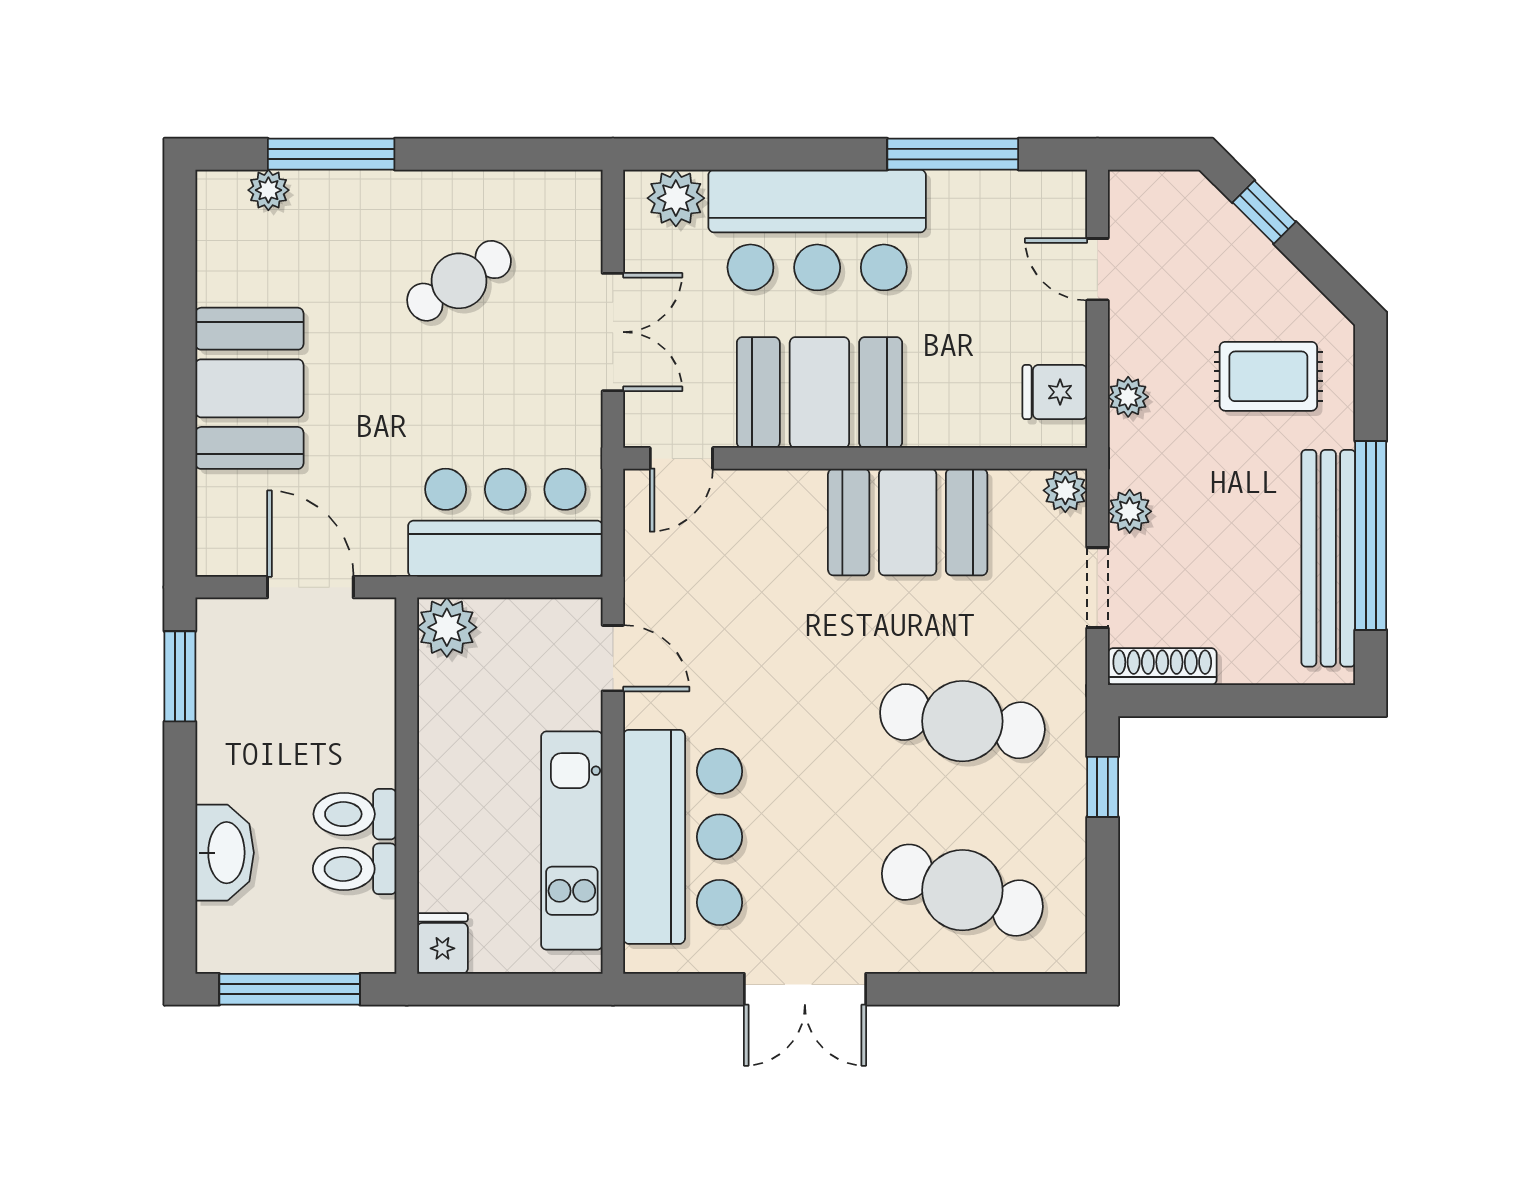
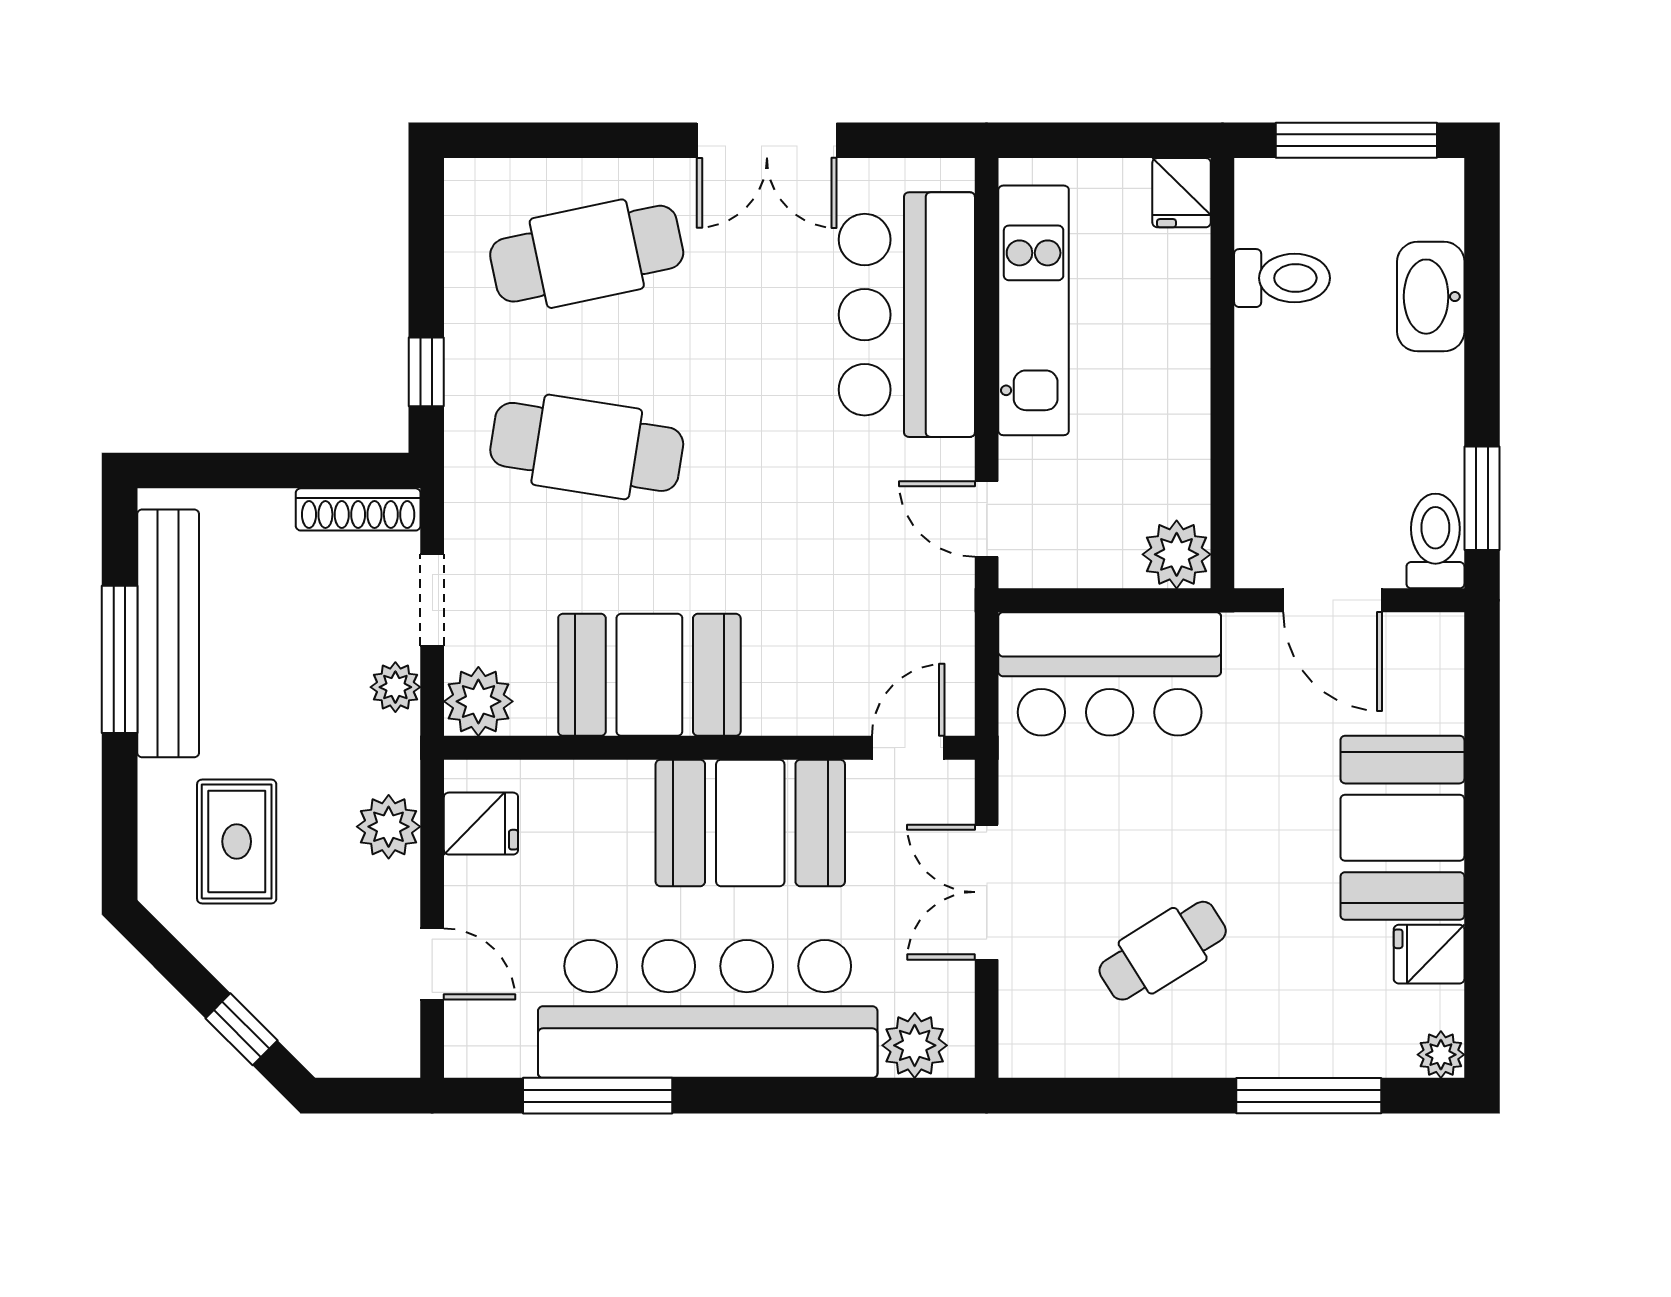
plant: (268, 190) -> (1441, 1055), moved
bar counter: (817, 230) -> (708, 1009), width x1.36
fridge: (226, 278) -> (1429, 954), added
rug: (1268, 376) -> (237, 841), turned 90
plant: (1128, 397) -> (389, 827), width x1.38, depth x1.38
plant: (1065, 490) -> (478, 701), width x1.38, depth x1.38
window: (1371, 536) -> (120, 659), width x0.68
toilet: (355, 814) -> (1435, 541), moved, turned -90
cafe table: (962, 890) -> (587, 254), turned -30
double door: (805, 989) -> (767, 140), swing flipped

